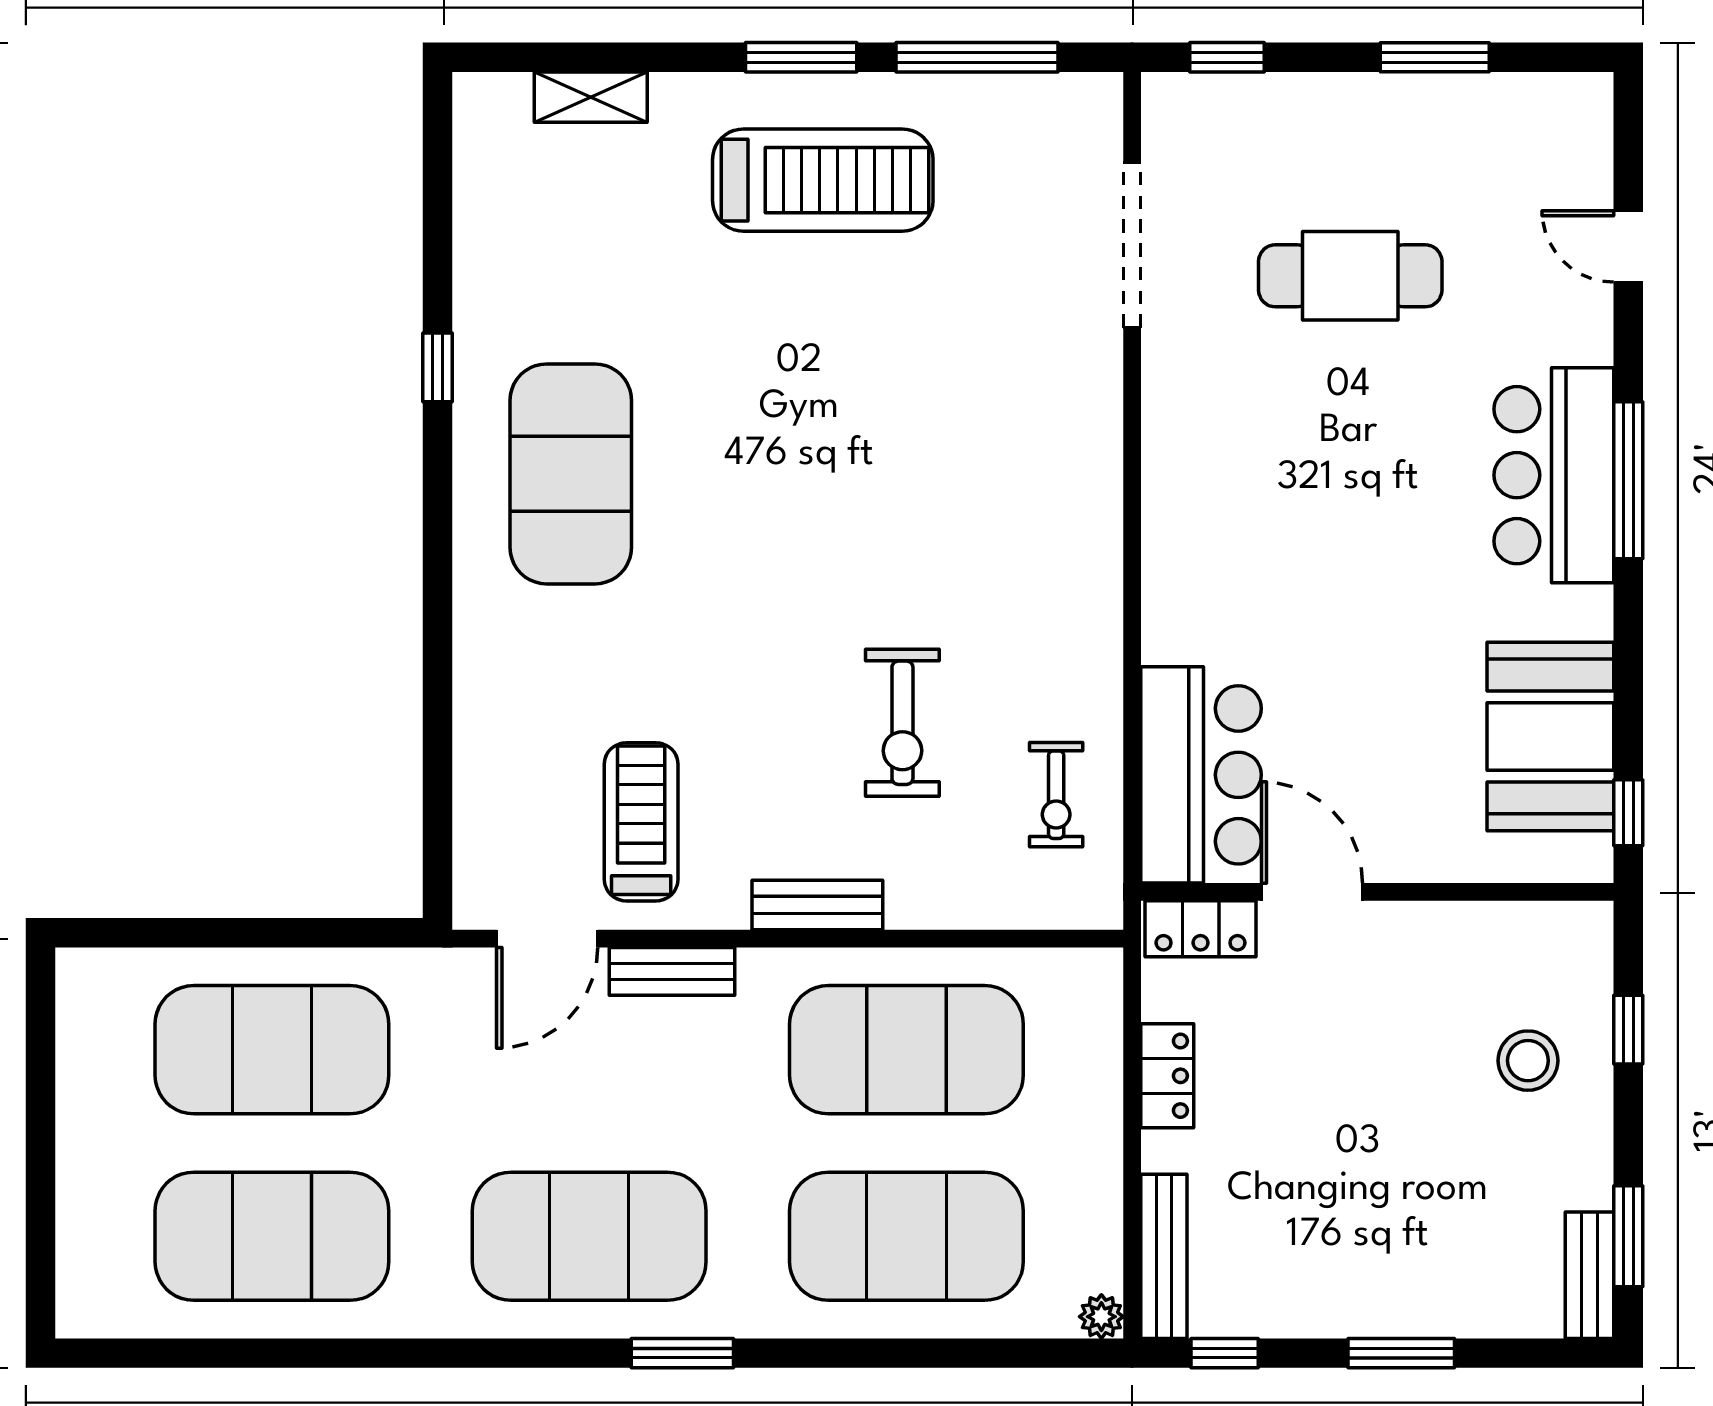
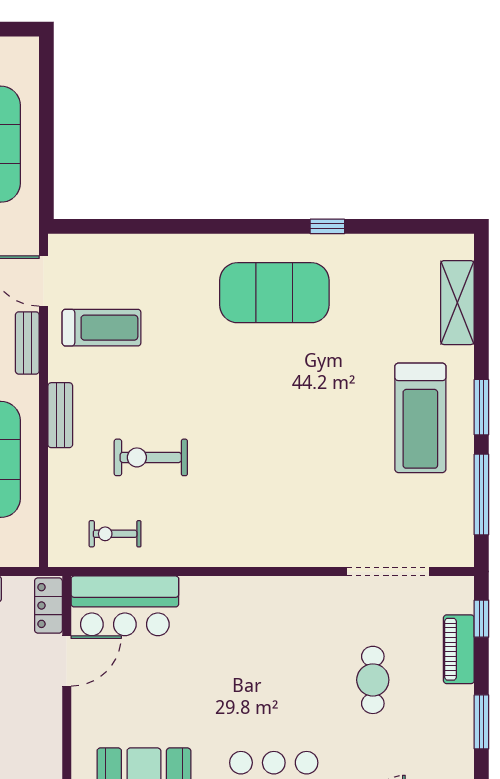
shelving: (591, 97) -> (457, 303), width x1.50, depth x1.33
piano: (1289, 103) -> (459, 649), added
cafe table: (1350, 276) -> (373, 680), width x0.73, depth x0.74

